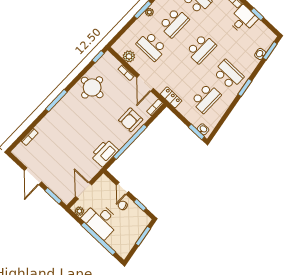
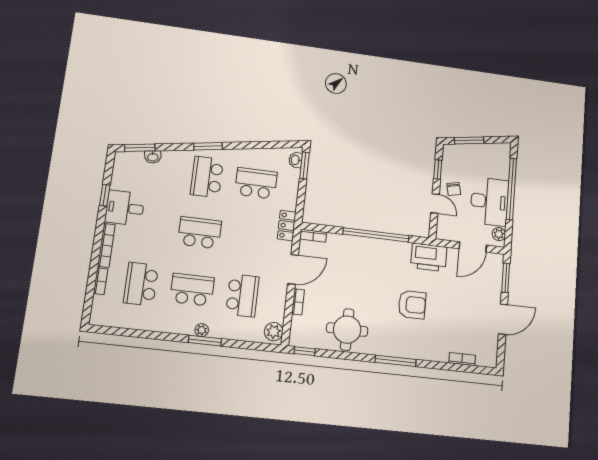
plant: (129, 56) -> (274, 332), moved
armchair: (131, 120) -> (412, 305), moved
printer: (104, 153) -> (429, 257), moved
door: (123, 188) -> (435, 204), hinge flipped

